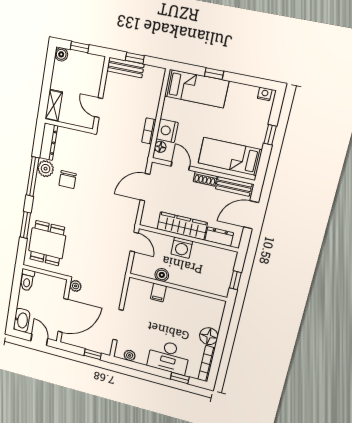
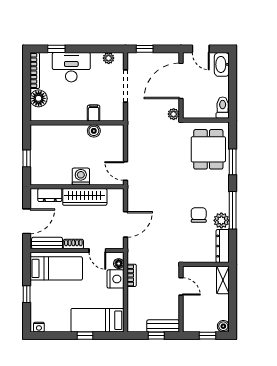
boiler: (162, 275) -> (94, 131), moved
wall: (178, 287) -> (77, 123), moved
filing cabinet: (158, 293) -> (94, 113), moved

